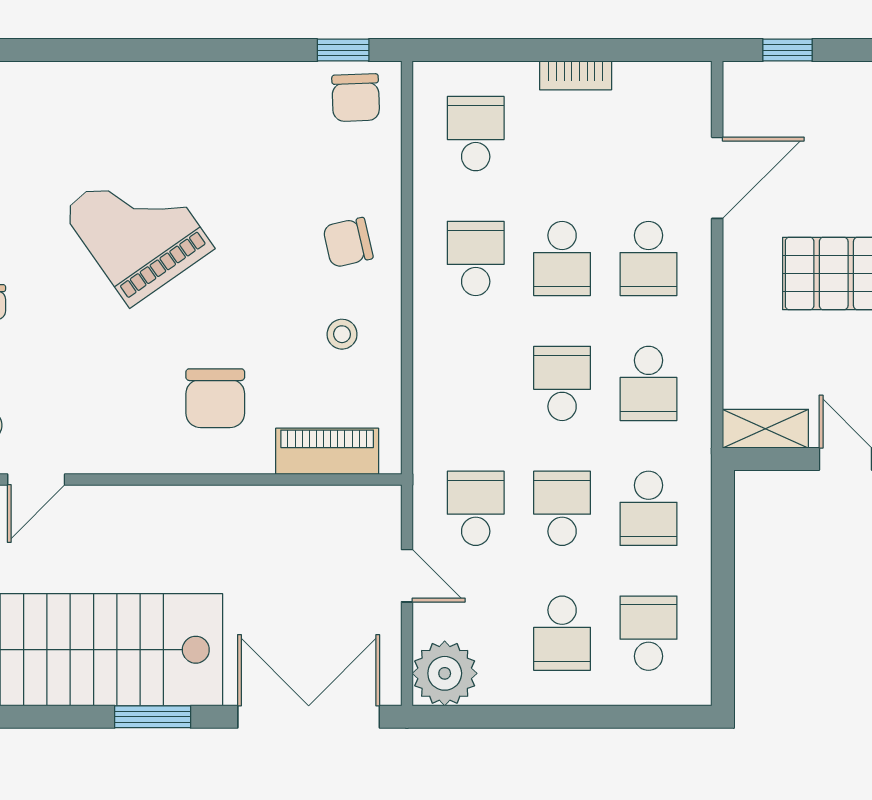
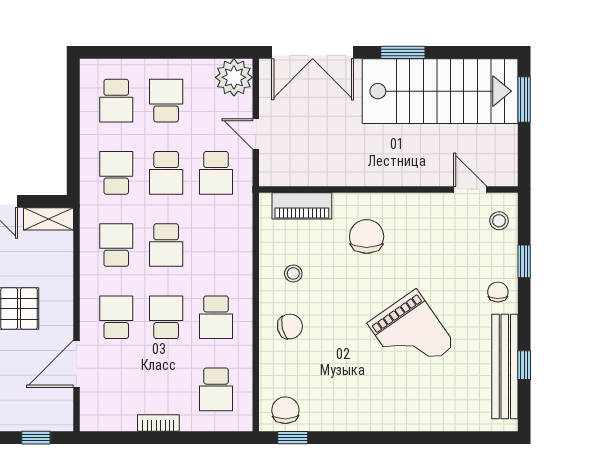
door: (36, 479) -> (470, 189), hinge flipped

